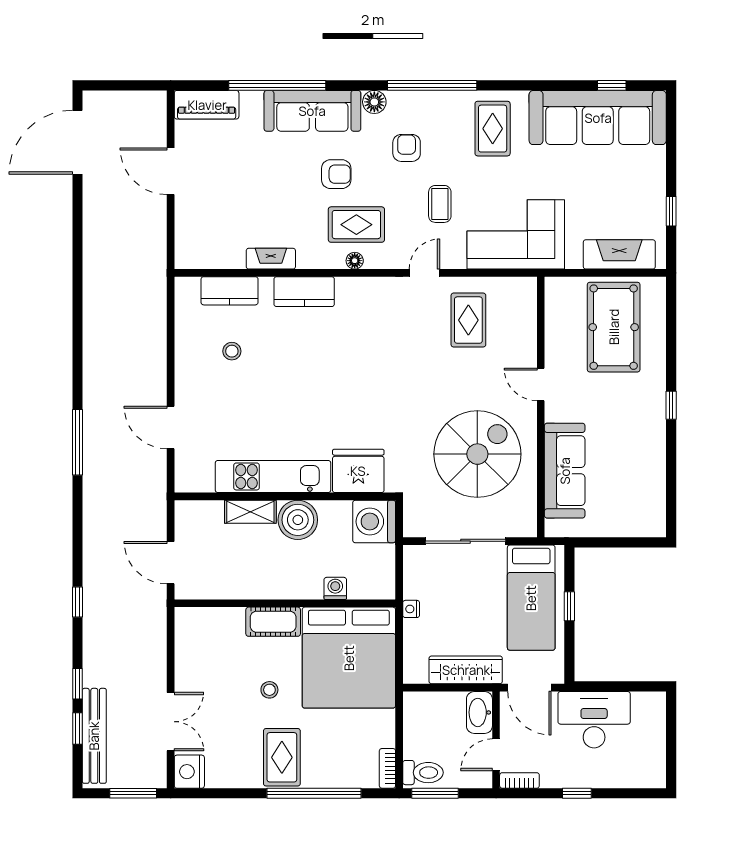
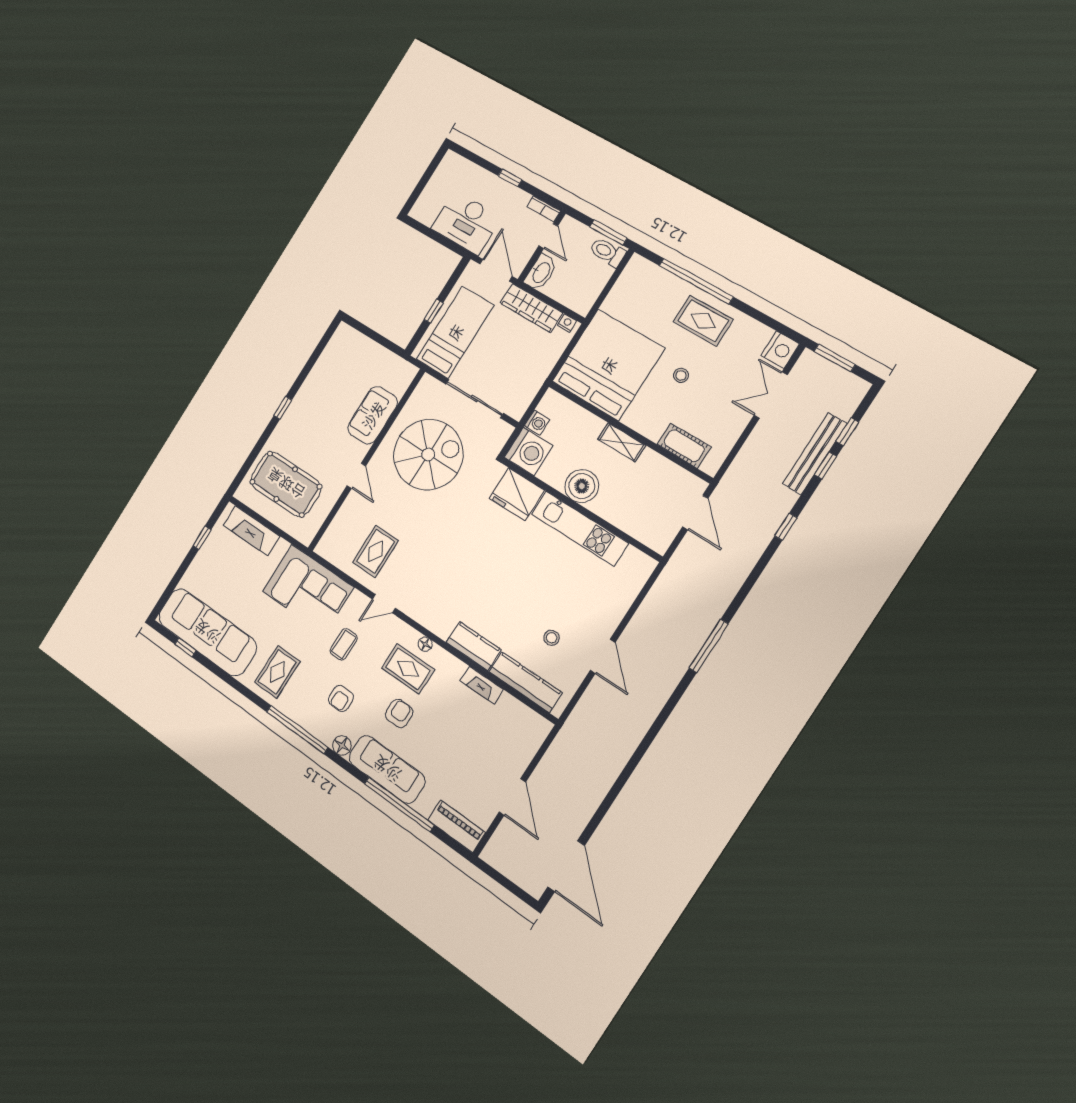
door: (77, 142) -> (566, 866), hinge flipped
armchair: (336, 174) -> (399, 713), turned 90
kitchen counter: (230, 291) -> (525, 682), width x1.50
pool table: (614, 327) -> (286, 484), turned 90
door: (171, 427) -> (603, 656), moved
spiral stairs: (477, 454) -> (428, 455), turned 180
sofa: (565, 471) -> (373, 415), width x0.73
shelving: (250, 512) -> (622, 442), moved
washing machine: (335, 588) -> (537, 423), moved, turned -90
nightstand: (411, 609) -> (567, 323), moved, turned -90
cot: (273, 622) -> (684, 446), moved
bench: (94, 736) -> (815, 454), moved
door: (496, 755) -> (548, 236), hinge flipped
rug: (282, 757) -> (703, 321), turned 90
bookcase: (387, 768) -> (631, 269), removed

